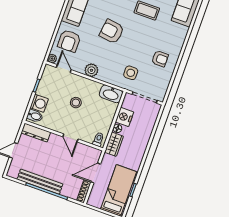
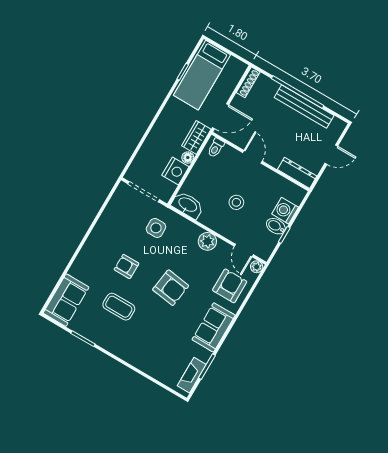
armchair: (160, 59) -> (126, 266), moved
bidet: (35, 116) -> (276, 226), moved
door: (96, 173) -> (221, 116), moved

